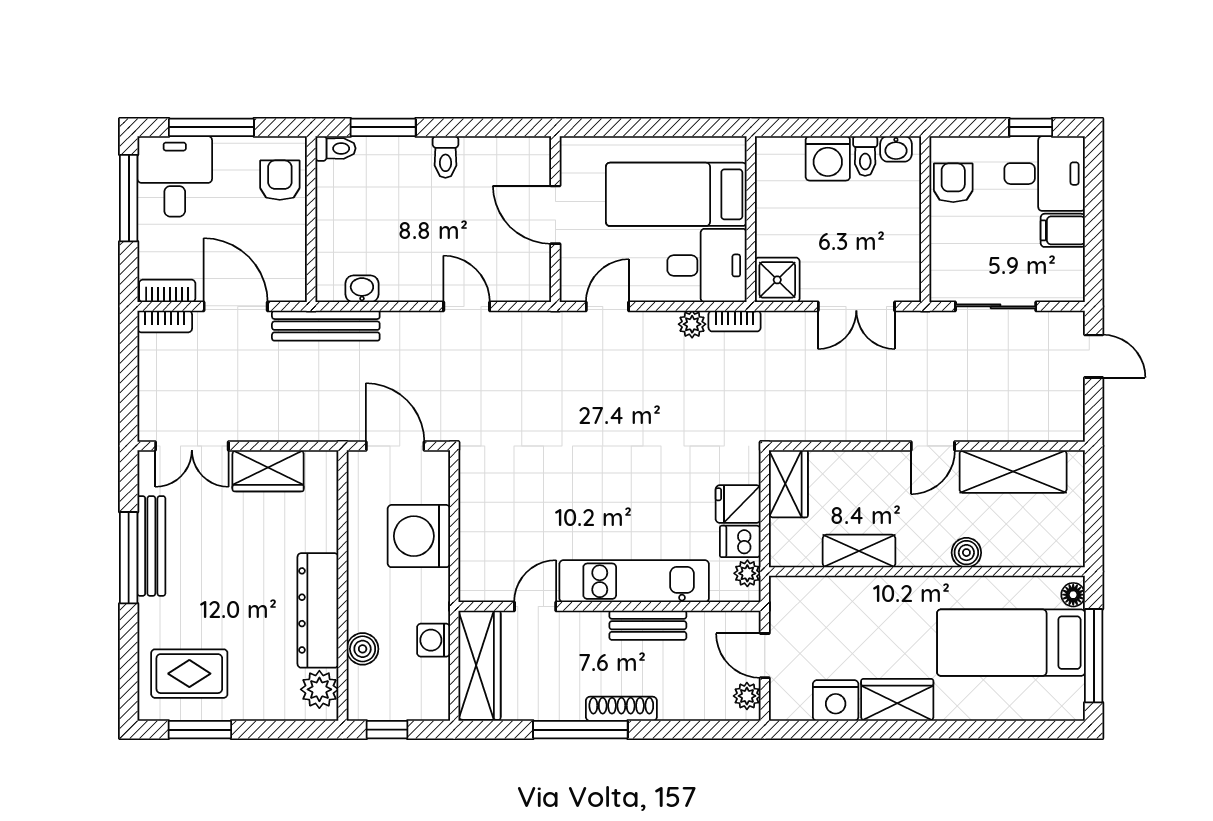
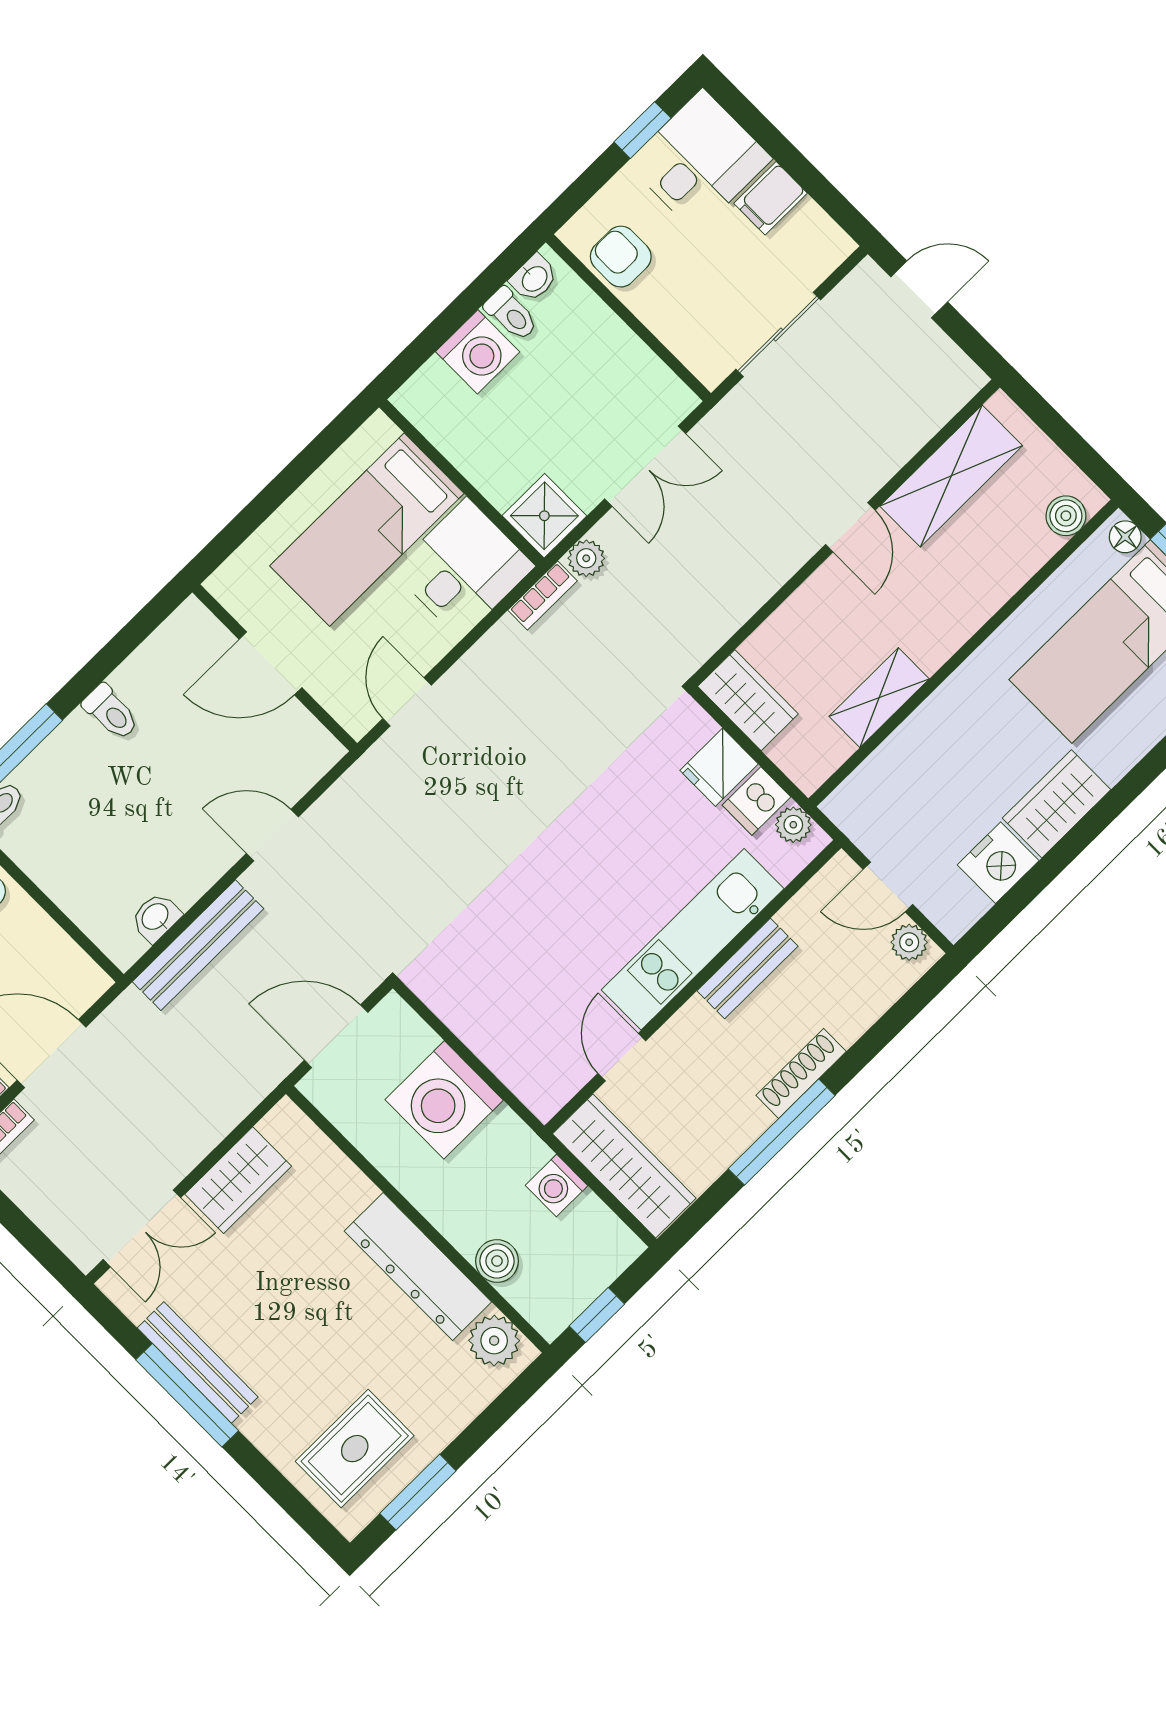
plant: (692, 324) -> (586, 558), moved
bench: (326, 326) -> (198, 945), moved
boiler: (966, 553) -> (1066, 516), moved

